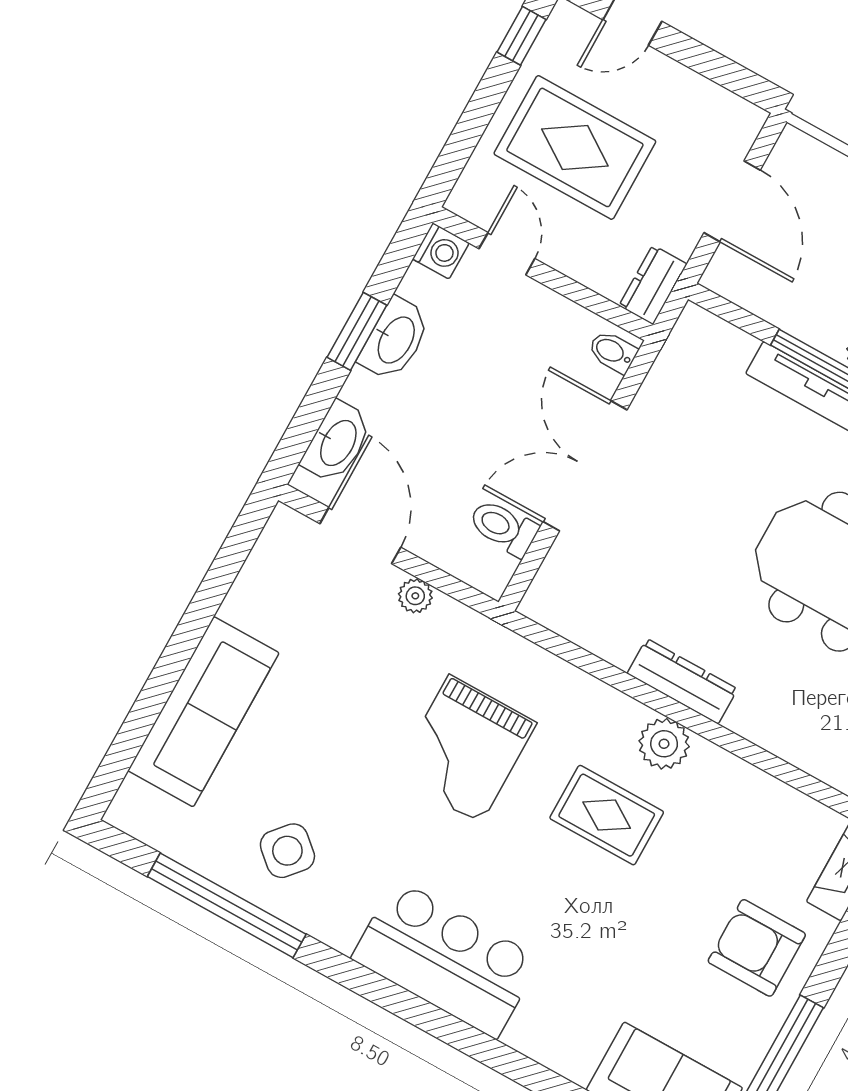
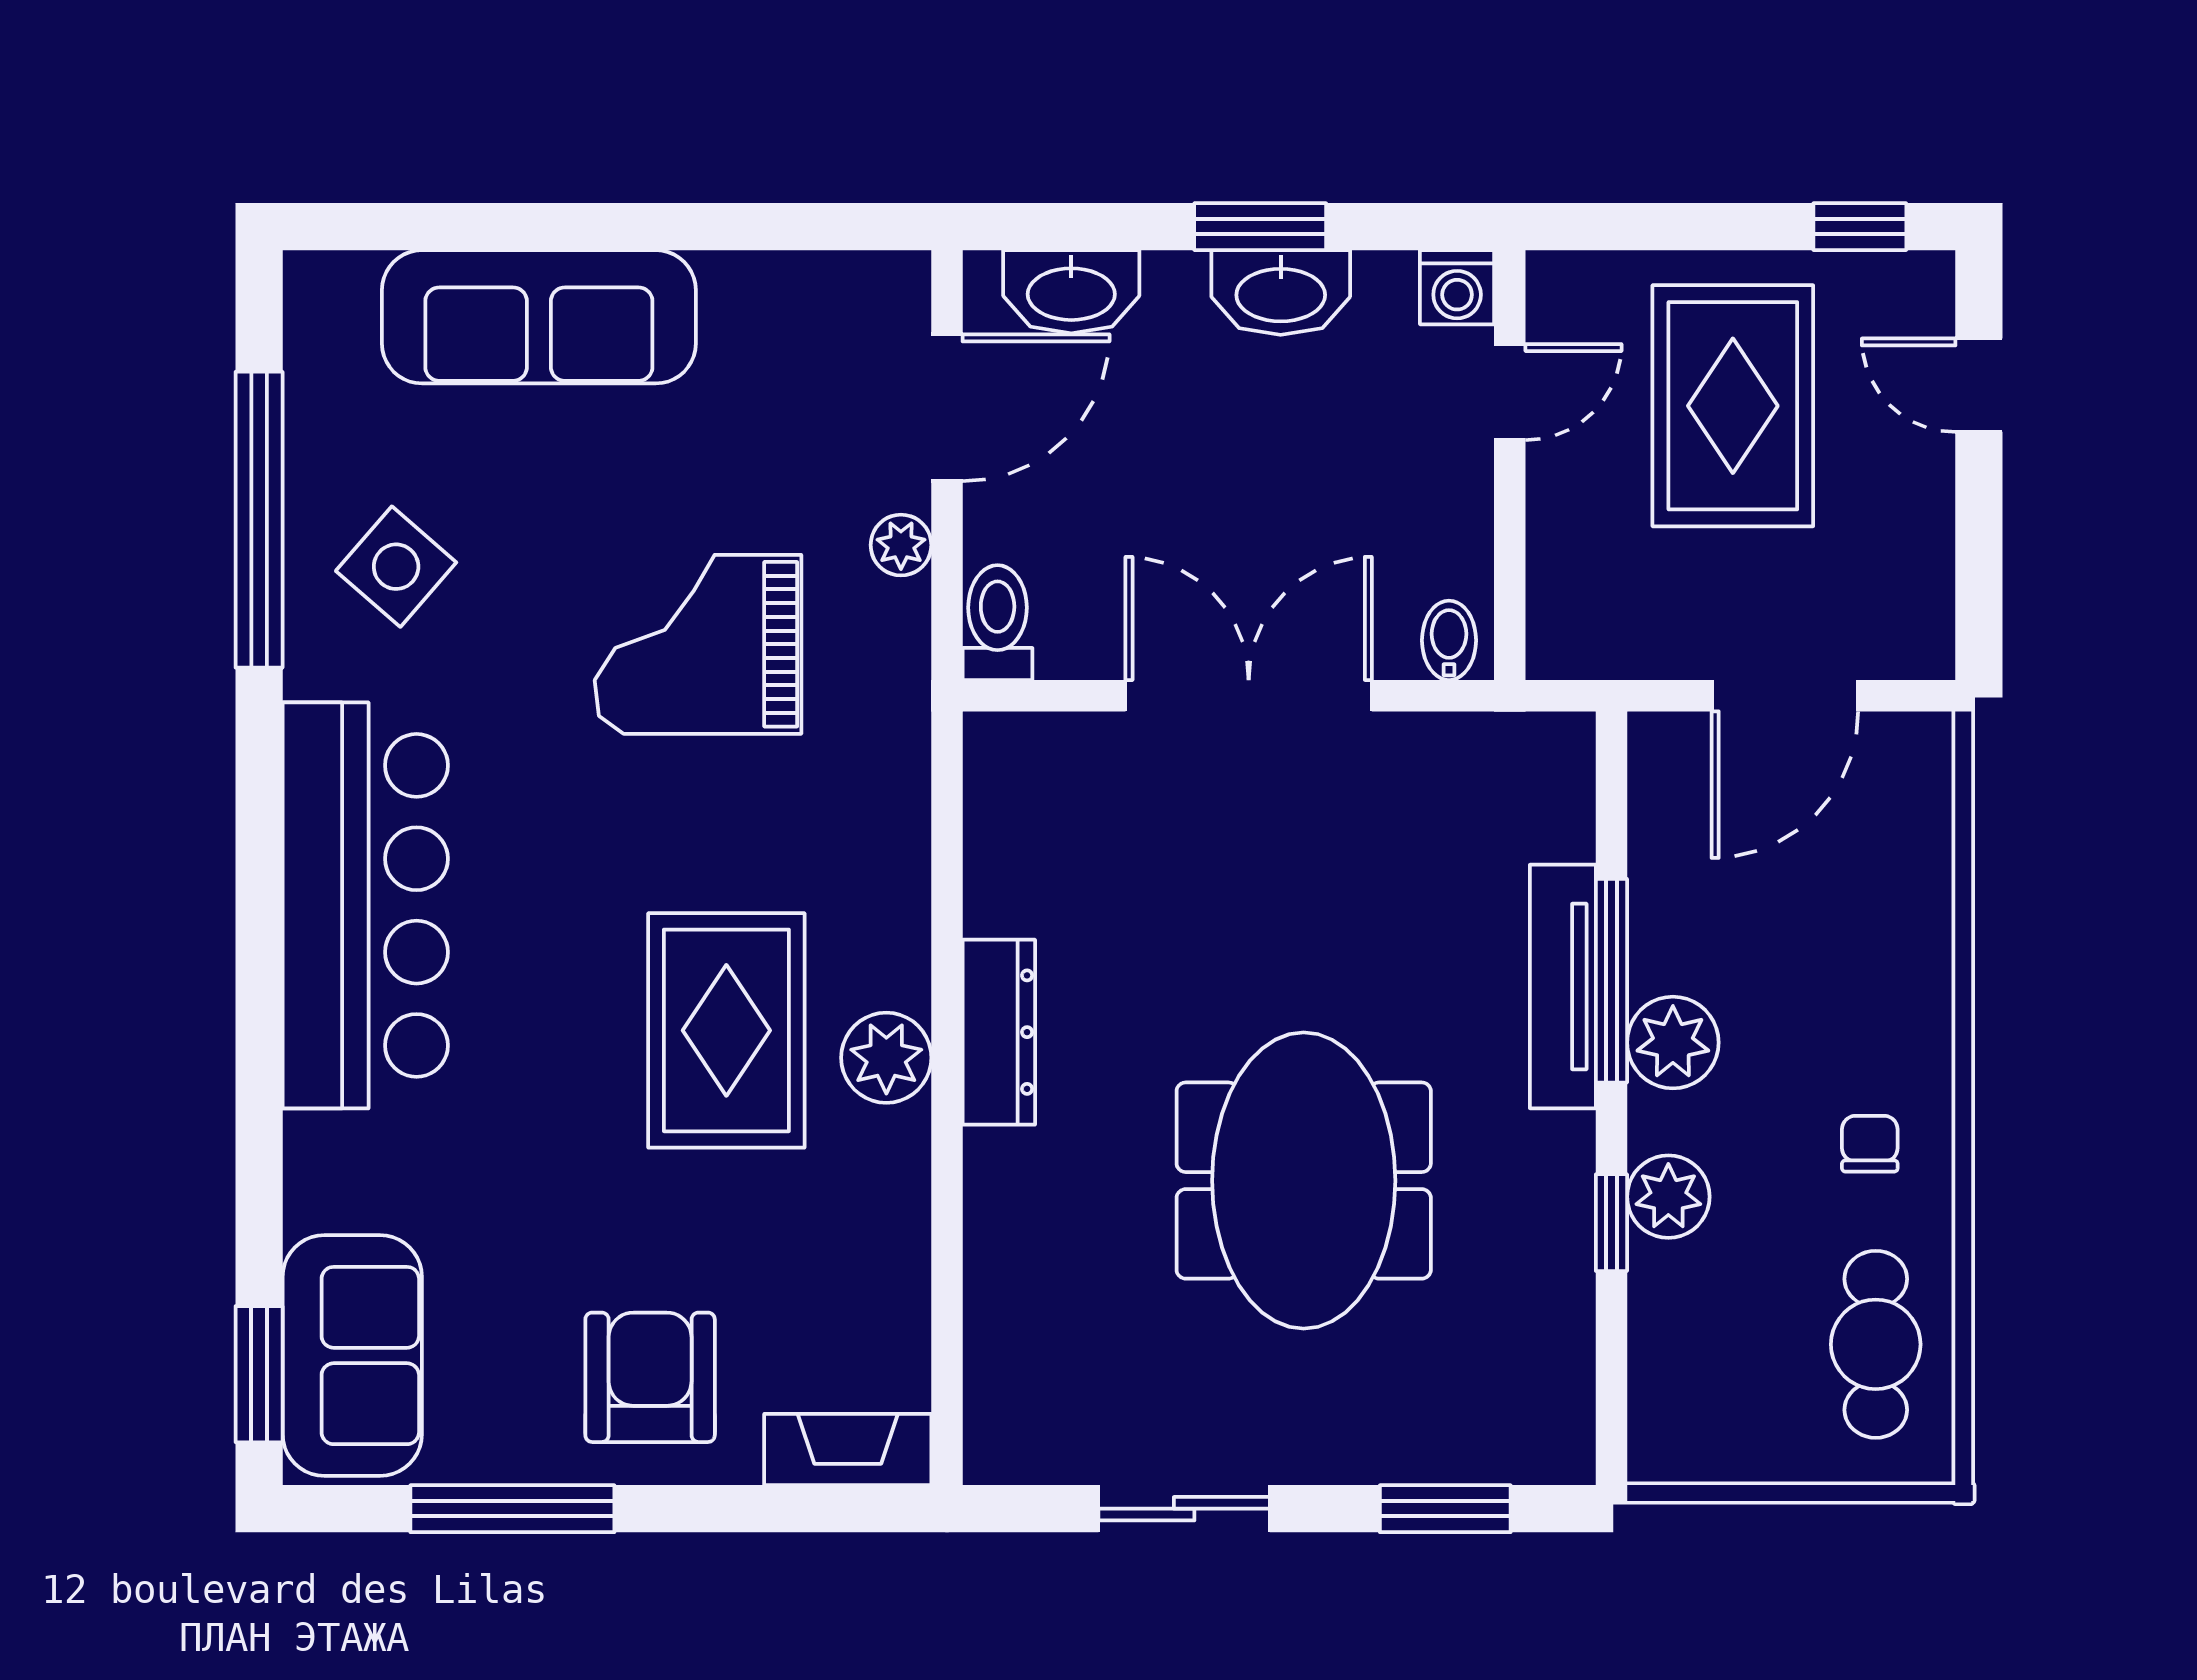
dresser: (653, 285) -> (1588, 645), removed
toilet: (503, 527) -> (998, 623), moved
grand piano: (465, 749) -> (698, 644), moved
rug: (607, 815) -> (726, 1030), width x1.36, depth x1.43
bar counter: (446, 959) -> (365, 905), width x1.36

